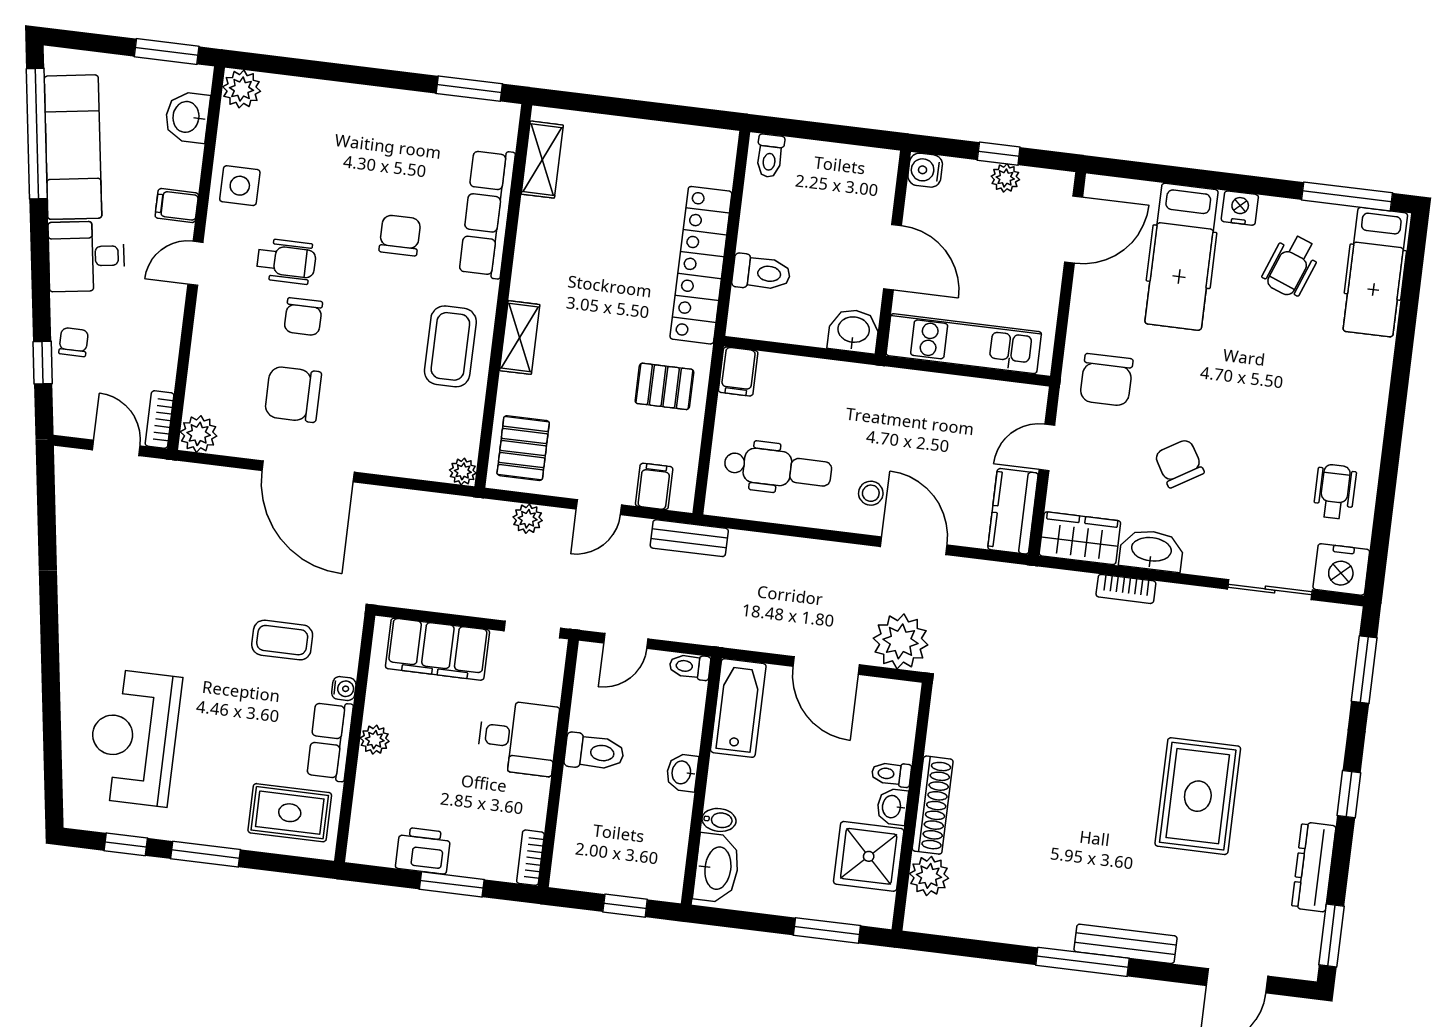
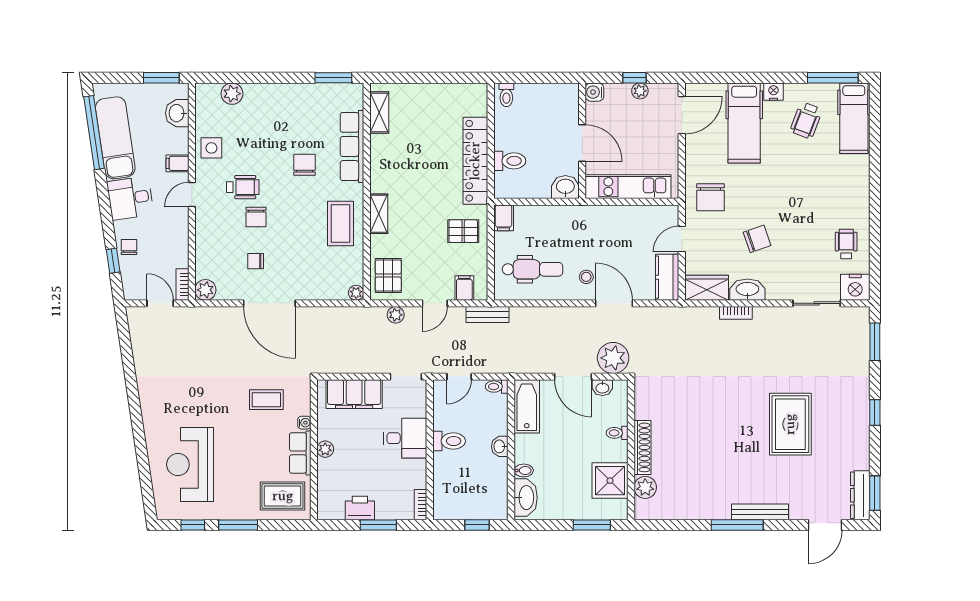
plant: (242, 89) -> (232, 94), moved
chair: (293, 394) -> (256, 261), width x0.54, depth x0.54
chair: (1179, 463) -> (757, 239), turned 102
washbasin: (892, 807) -> (602, 388), moved, turned -90
dresser: (1314, 867) -> (860, 495), moved

